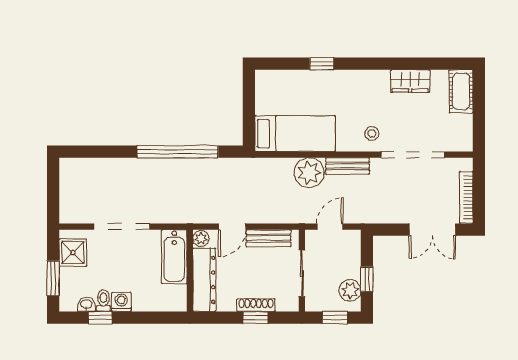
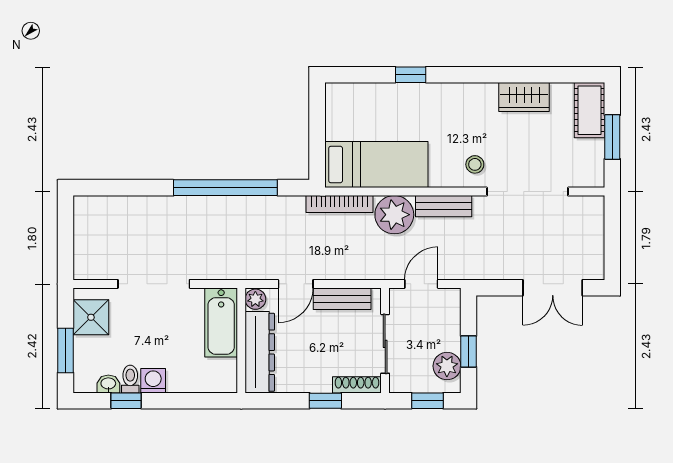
window: (479, 112) -> (612, 137), added
bookcase: (466, 198) -> (339, 204), moved, turned -90
shoe rack: (256, 305) -> (357, 385), moved

